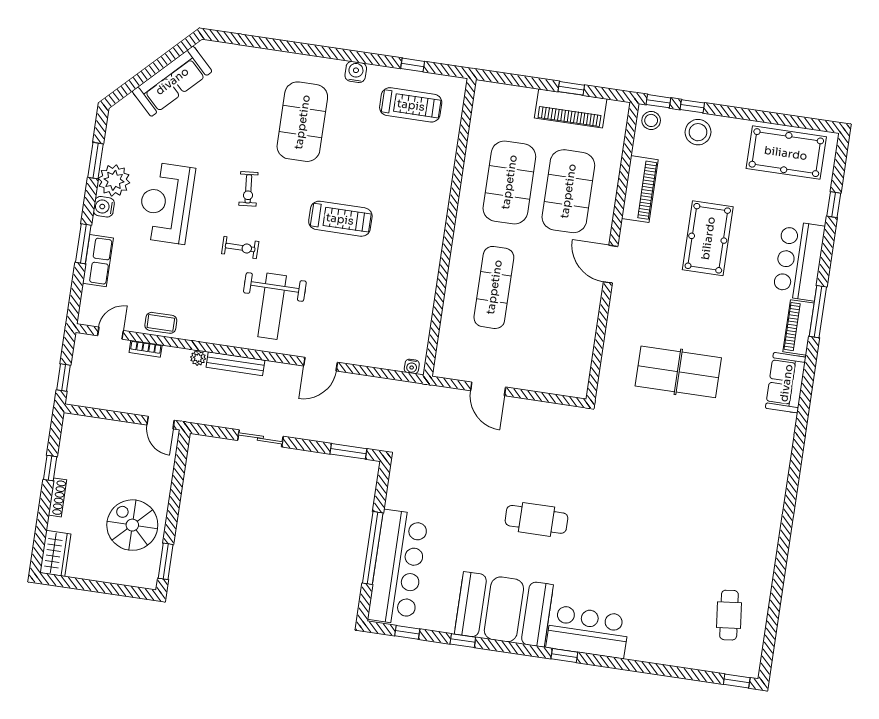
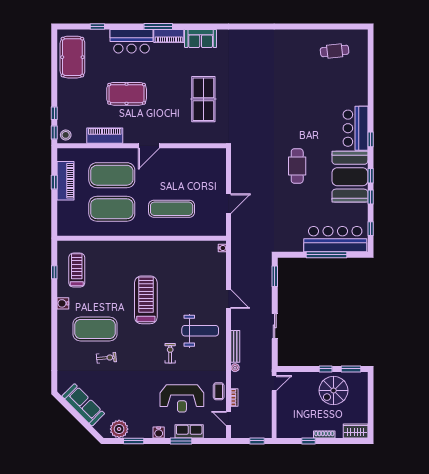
stool: (698, 132) -> (68, 108), removed
plant: (114, 180) -> (119, 429), moved
exercise bike: (248, 189) -> (106, 358), moved
reception desk: (166, 203) -> (182, 398), moved
treadmill: (340, 219) -> (146, 300), width x1.37, depth x1.38
window: (172, 517) -> (326, 369), added
window: (737, 681) -> (371, 176), moved

